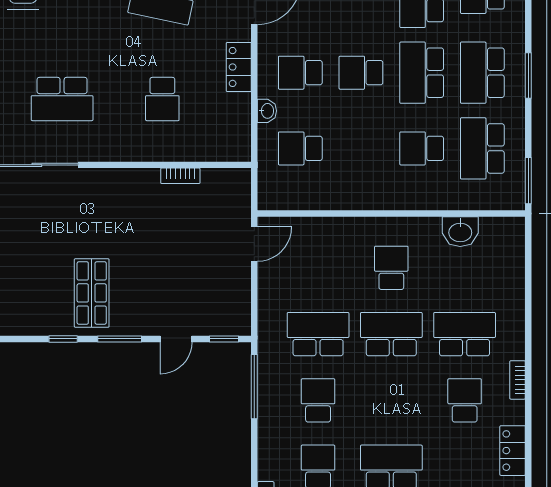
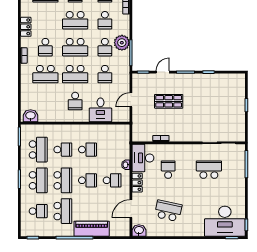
desk: (224, 128) -> (143, 158), added
school desk: (300, 148) -> (87, 150), moved
washbasin: (460, 232) -> (31, 116), moved
door: (254, 244) -> (131, 100), moved
desk: (329, 246) -> (100, 110), added
shop shelf: (92, 293) -> (169, 101), moved, turned 90
school desk: (318, 334) -> (105, 74), width x0.54
school desk: (391, 400) -> (75, 47), added
plant: (276, 412) -> (122, 43), added

